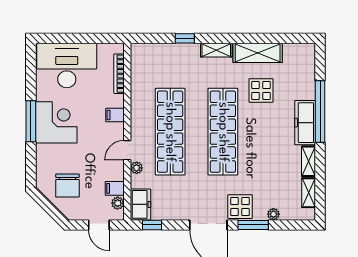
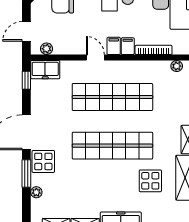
bookcase: (119, 74) -> (154, 50), moved
plant: (137, 168) -> (177, 66), moved
filing cabinet: (115, 188) -> (114, 46), moved

